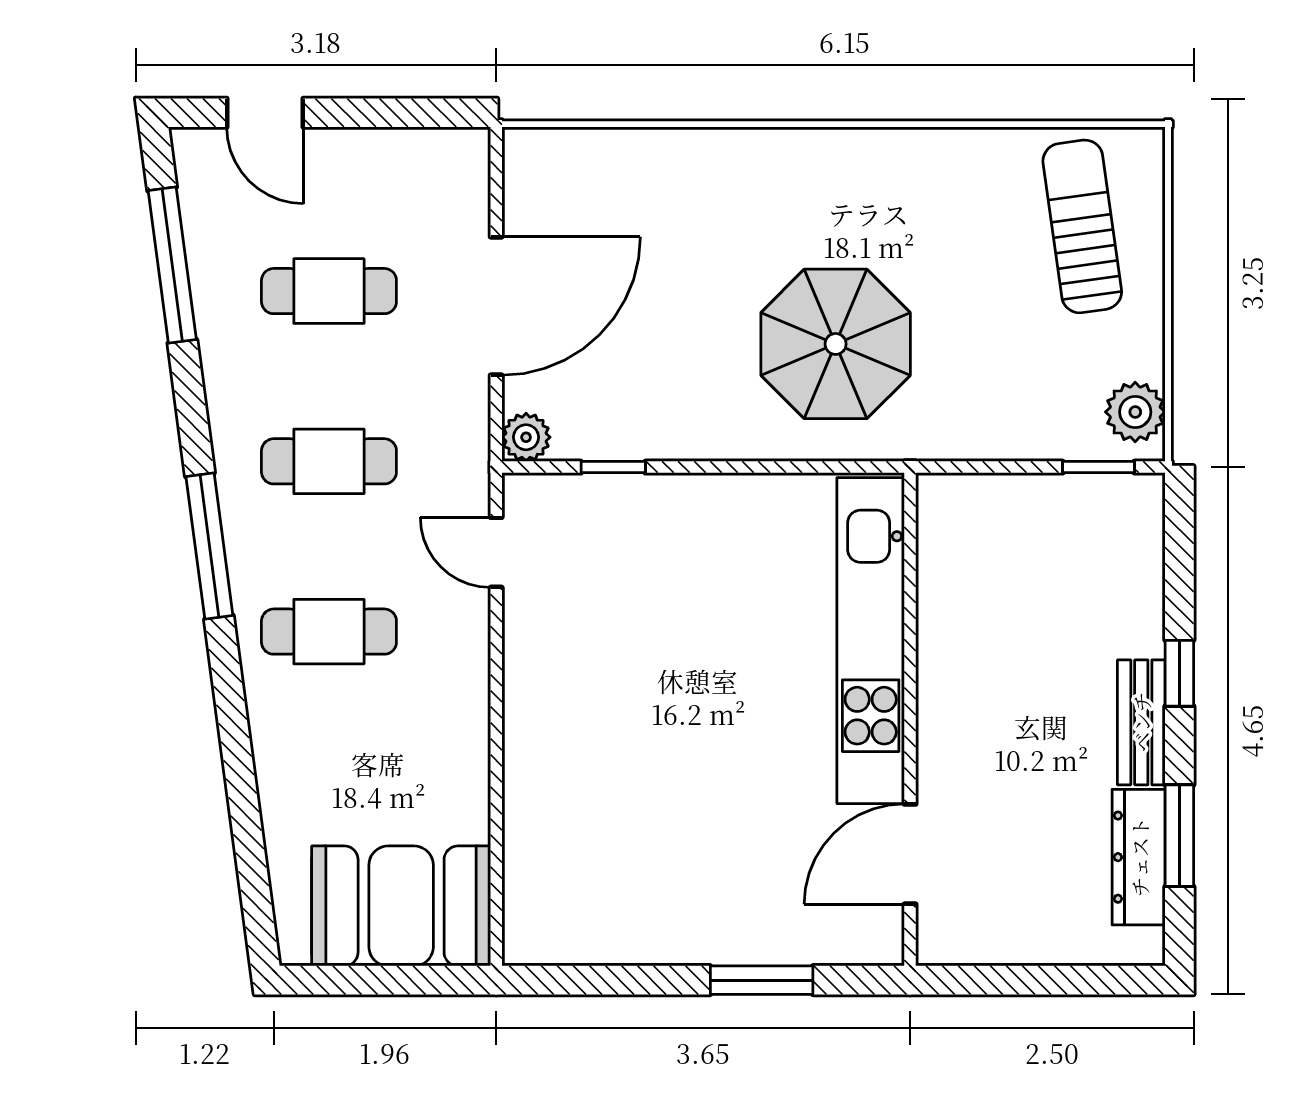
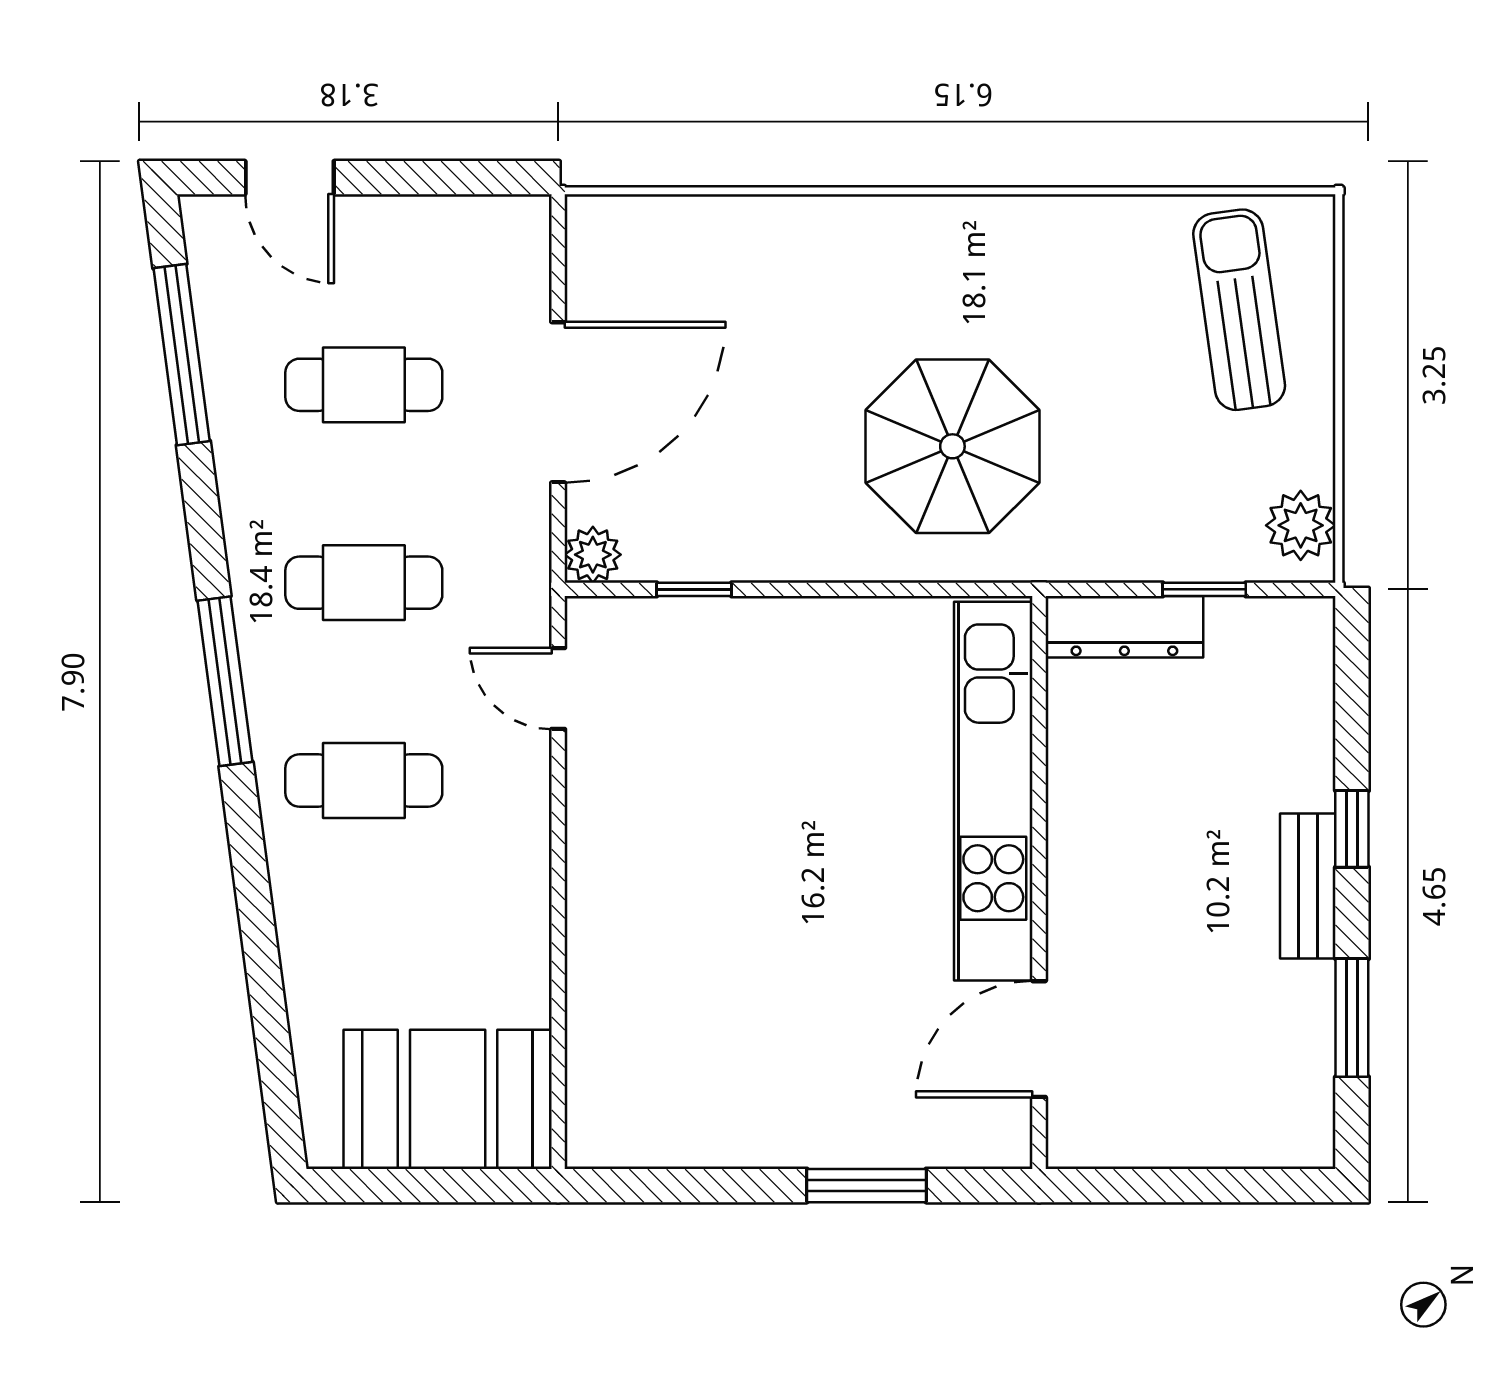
window: (1099, 467) -> (1204, 589), moved
dresser: (1139, 857) -> (1124, 627), moved, turned -90

